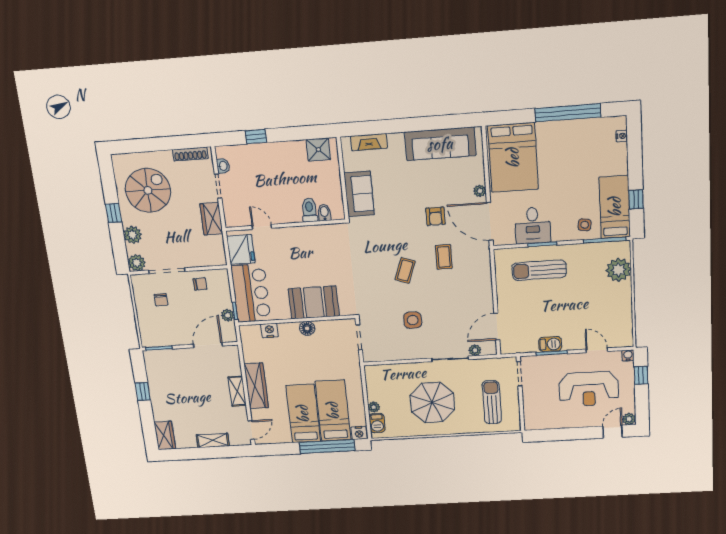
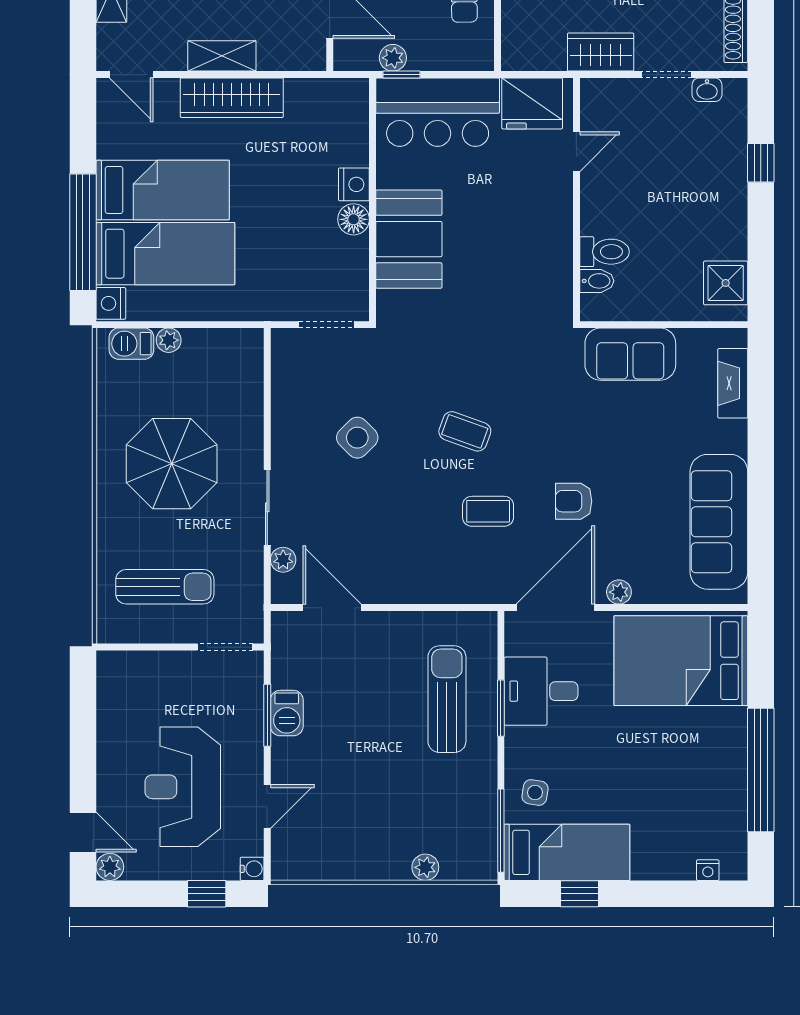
plant: (619, 270) -> (425, 867), width x0.53, depth x0.53
side table: (413, 320) -> (357, 438), turned 45
nightstand: (270, 330) -> (354, 184), moved

